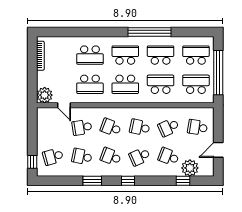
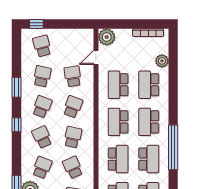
plant: (67, 42) -> (162, 61), added
school desk: (125, 55) -> (149, 122), turned 180

